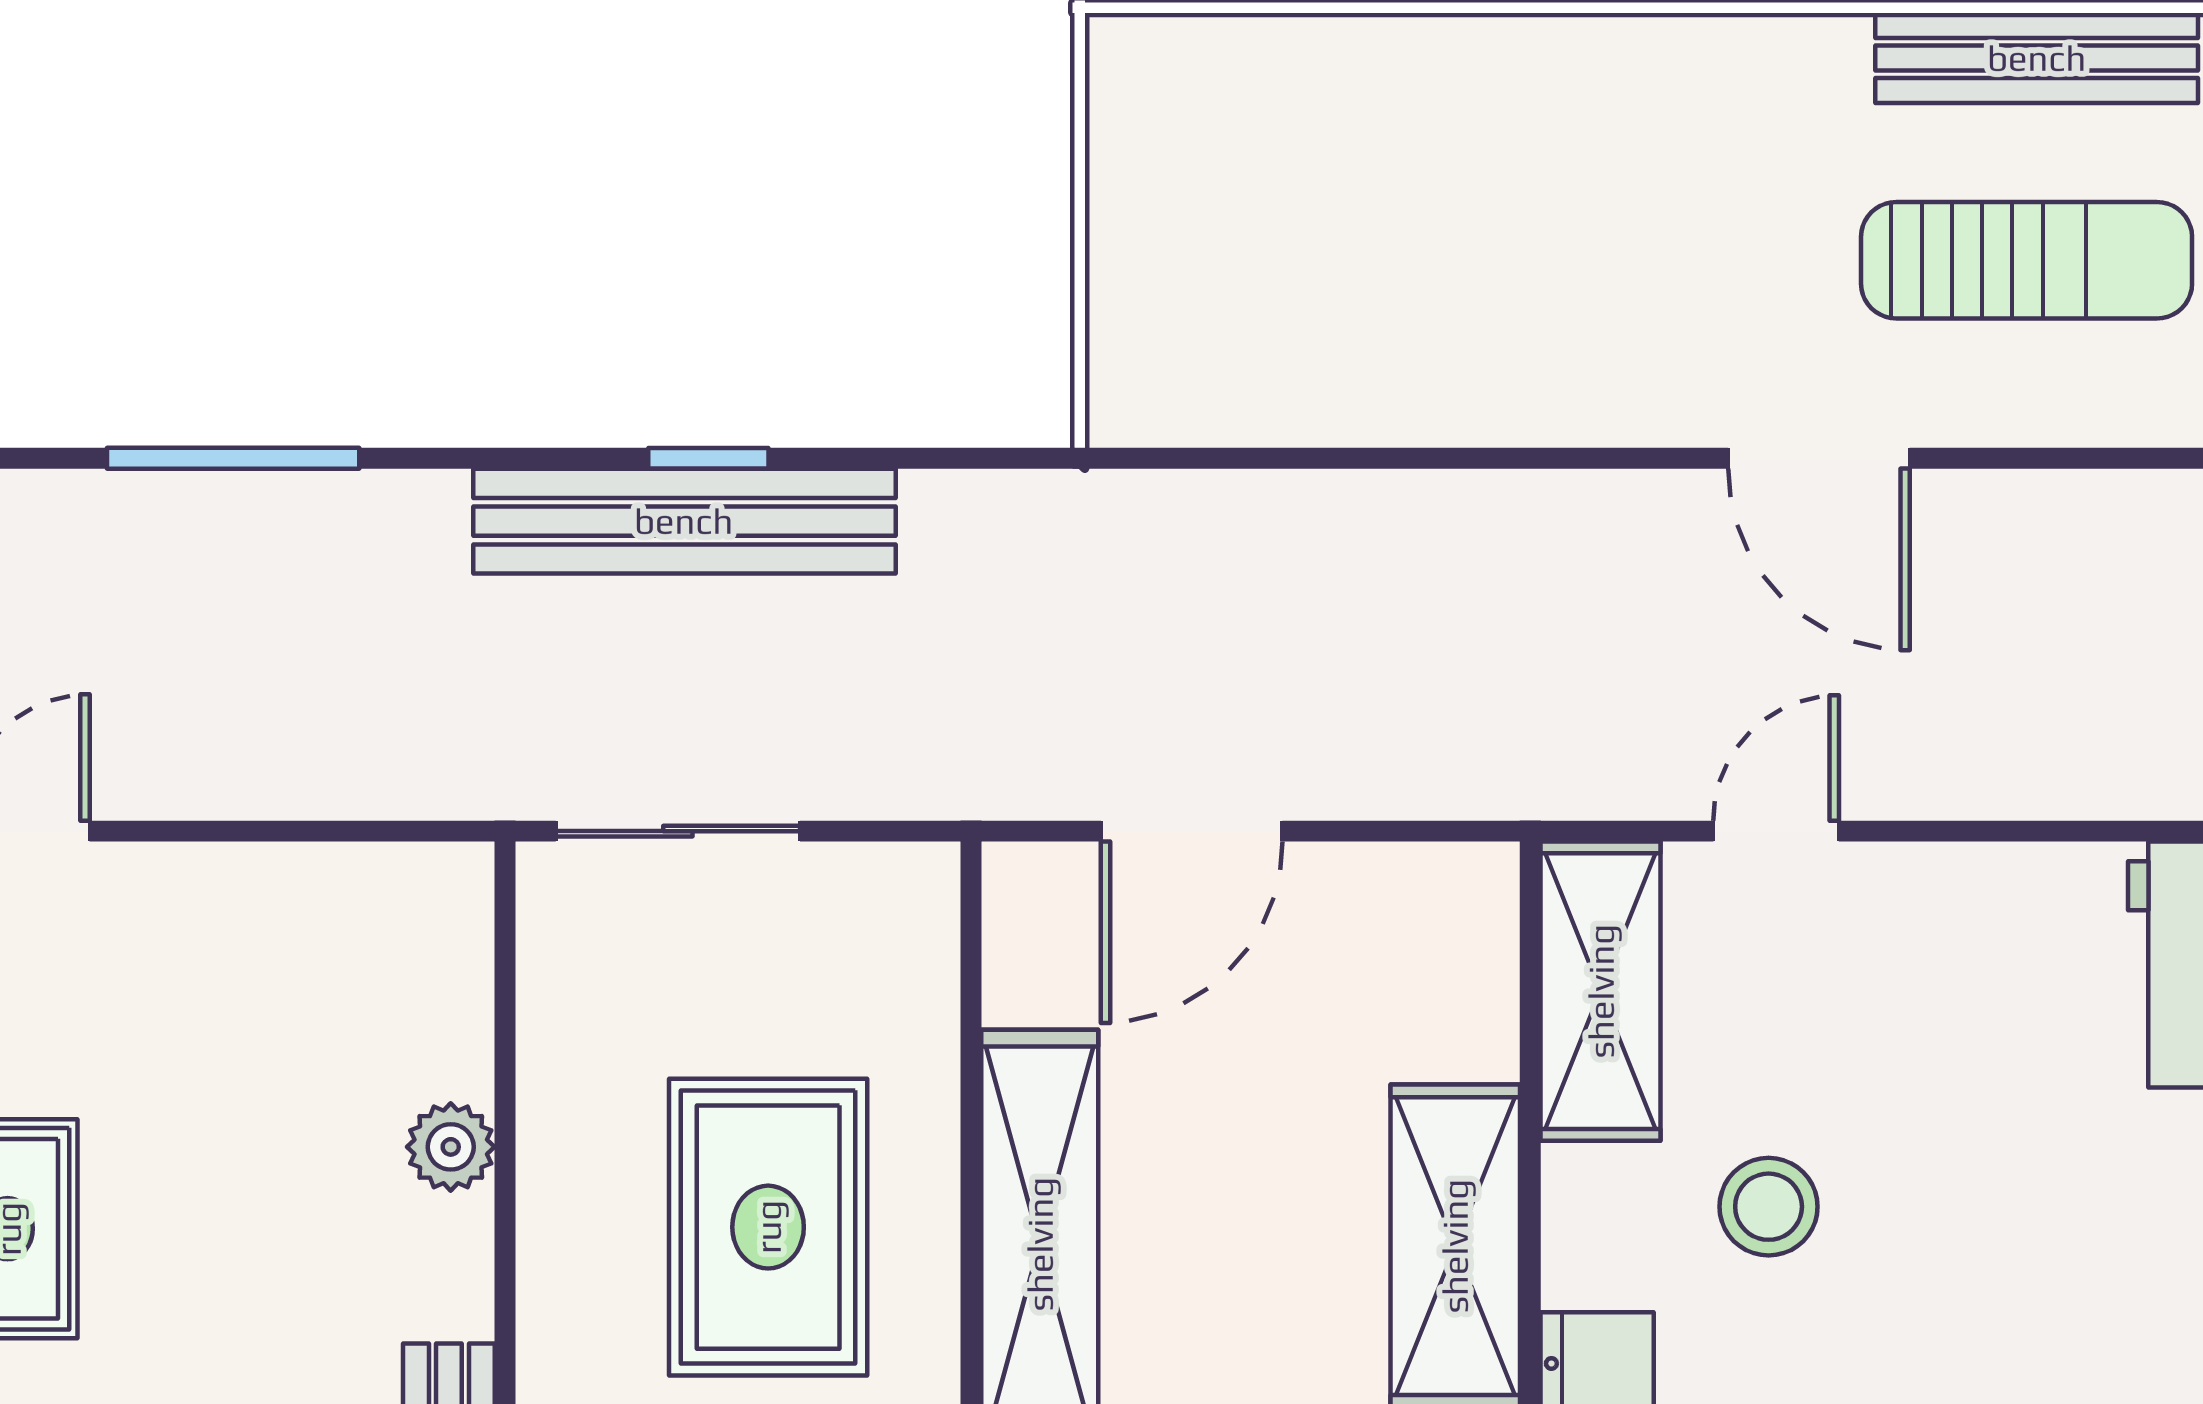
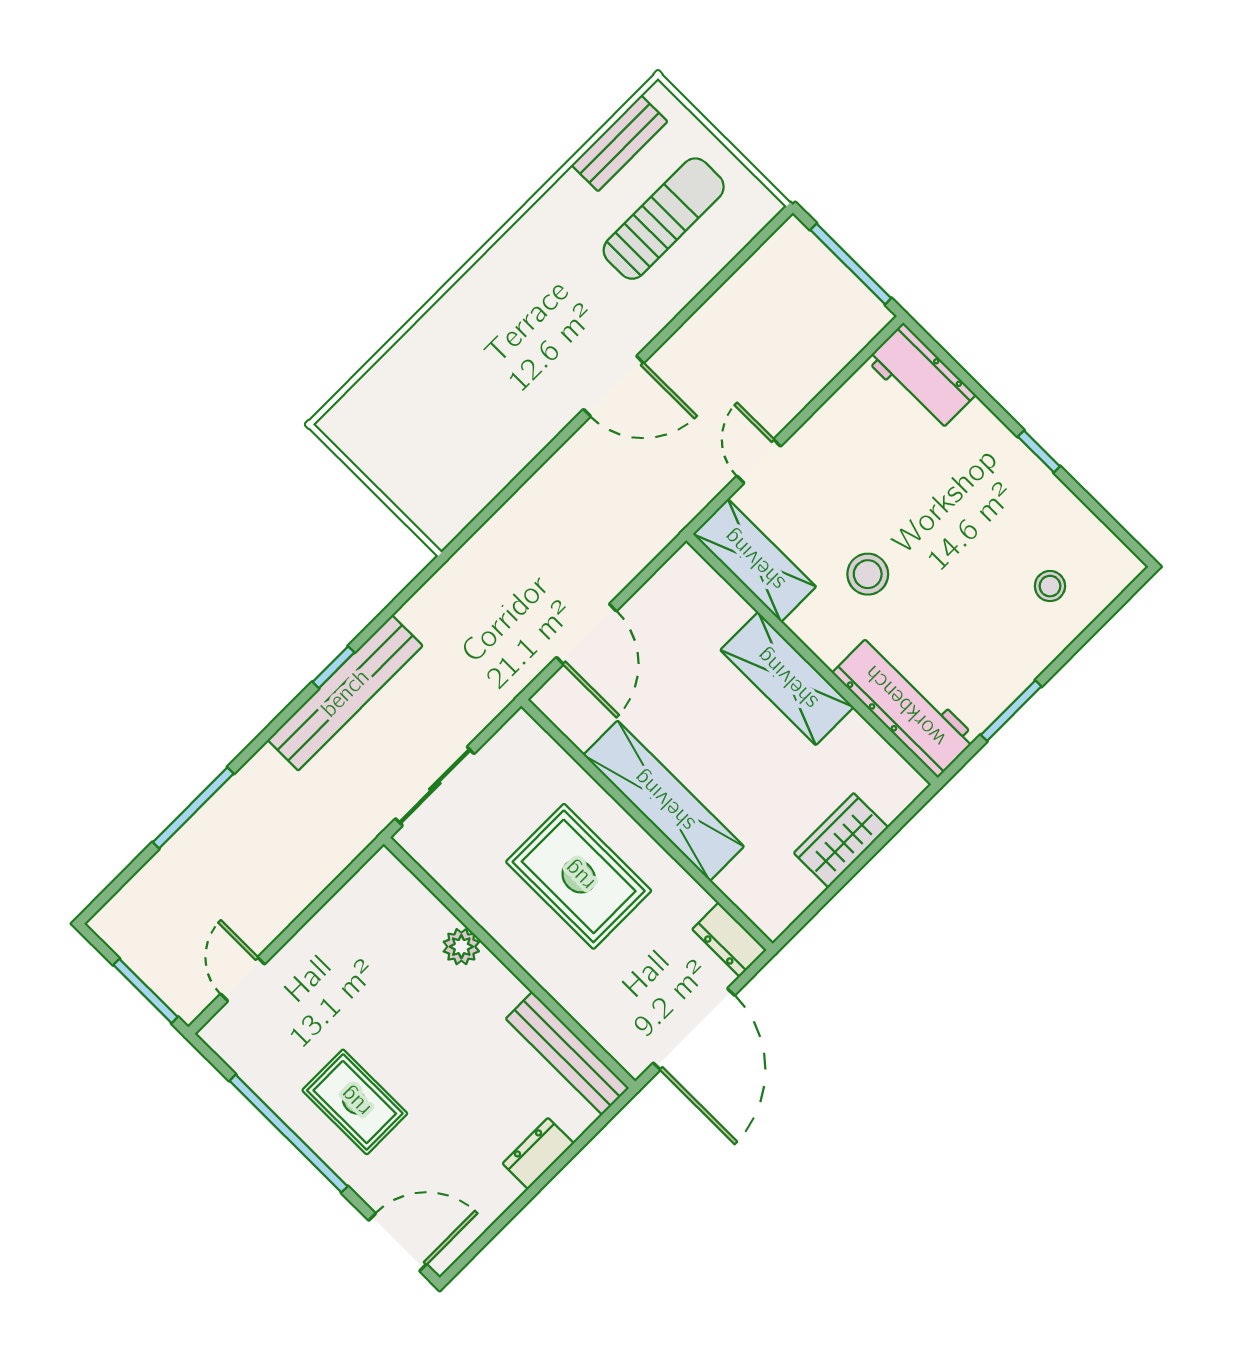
bench: (2037, 58) -> (619, 143), width x0.73
door: (1819, 458) -> (614, 386), moved

